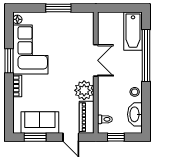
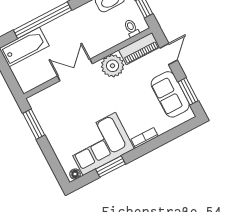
window: (58, 8) -> (34, 124), moved
window: (9, 61) -> (111, 167), moved
stool: (135, 92) -> (87, 12), removed

